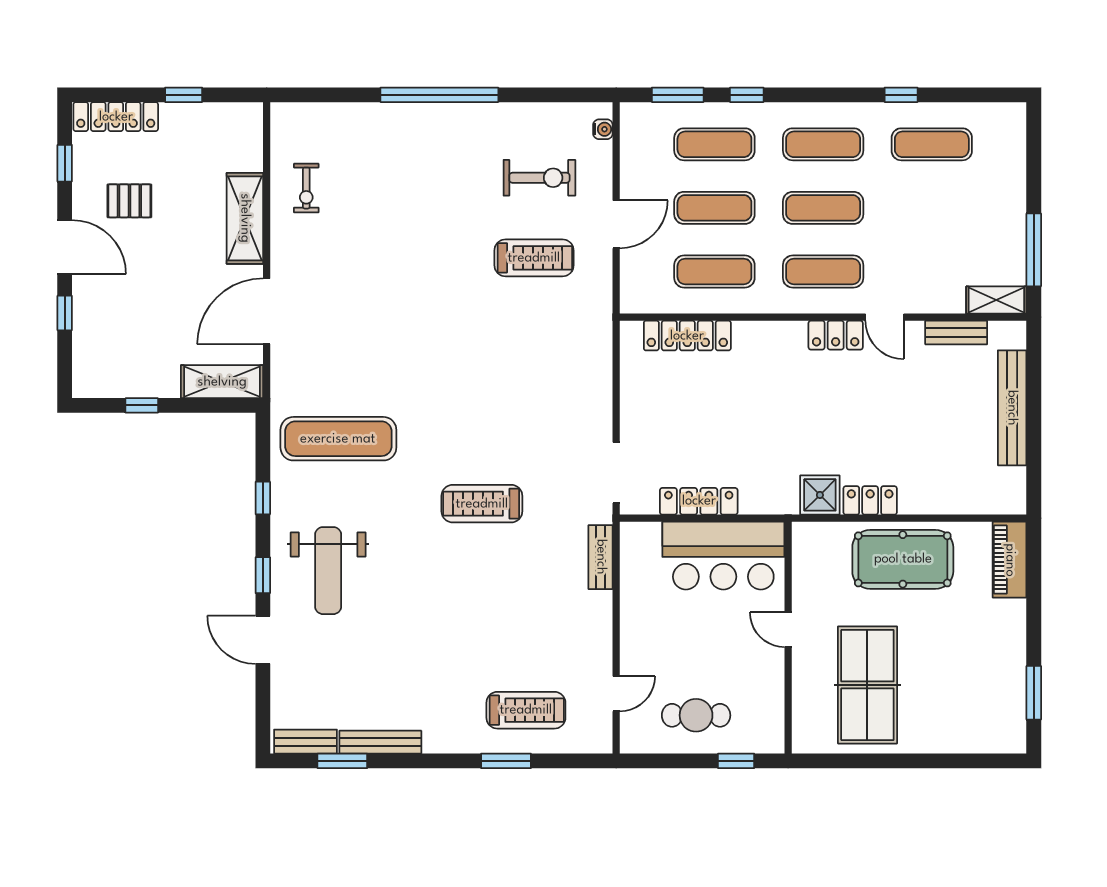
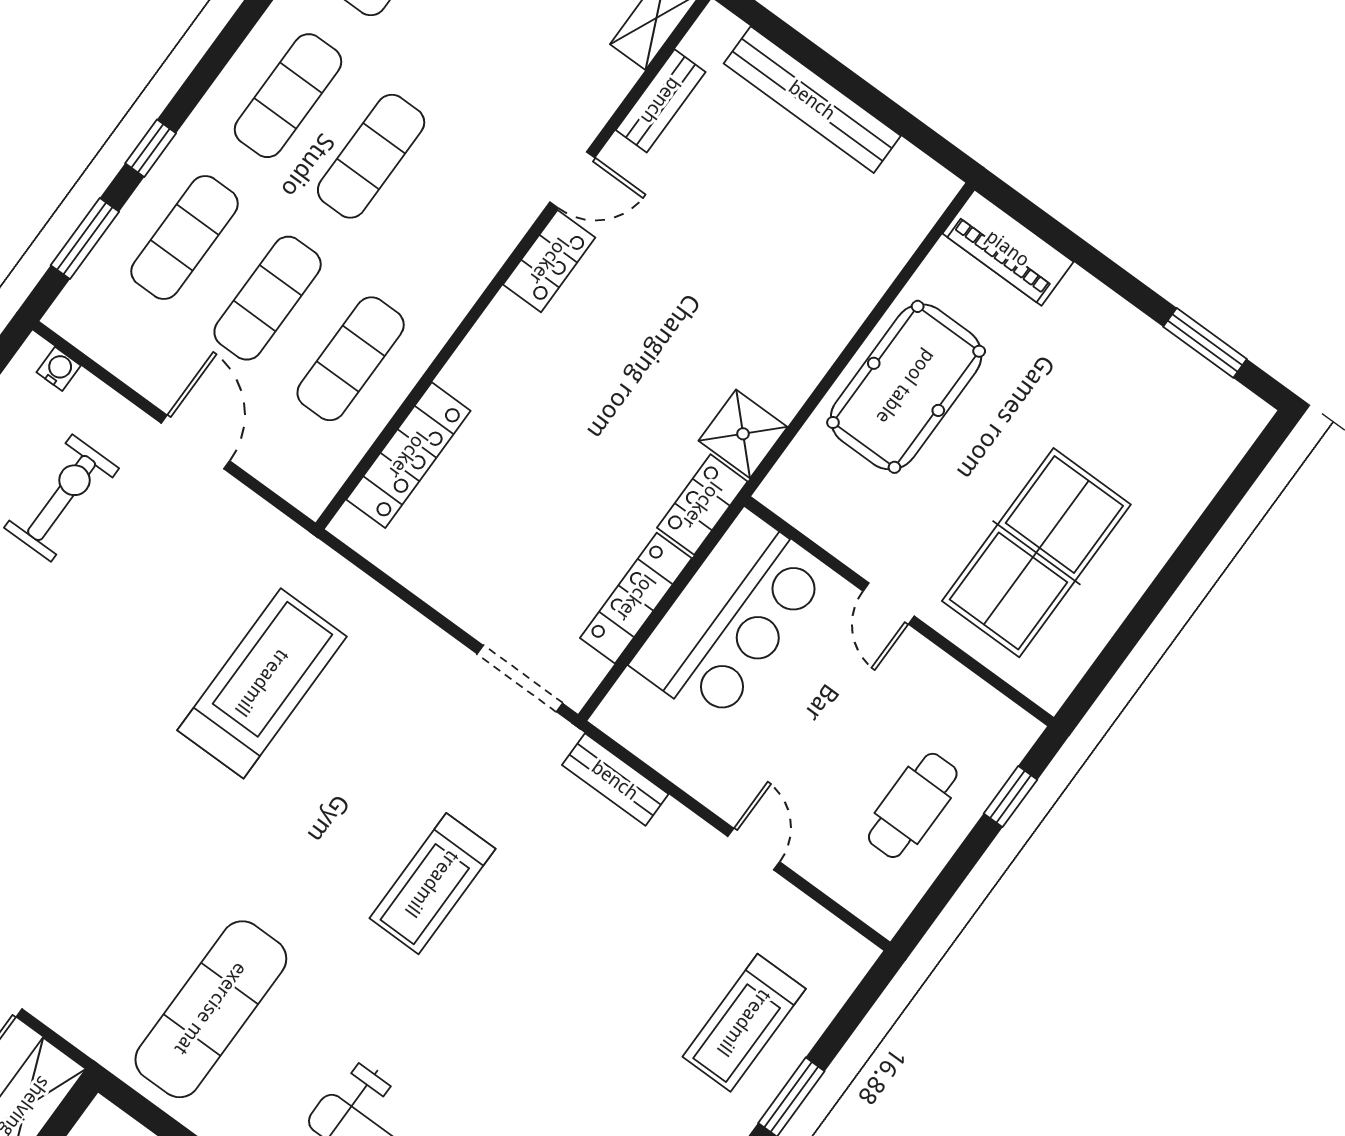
treadmill: (534, 258) -> (262, 683), moved, width x1.37, depth x1.38
exercise mat: (823, 271) -> (454, 217), removed
locker: (870, 500) -> (702, 505), moved
door: (788, 630) -> (889, 604), hinge flipped
table tennis table: (867, 685) -> (1036, 553), turned 90
door: (616, 694) -> (754, 849), moved
treadmill: (526, 710) -> (744, 1023), turned 180

